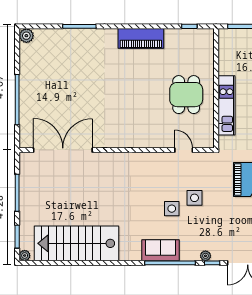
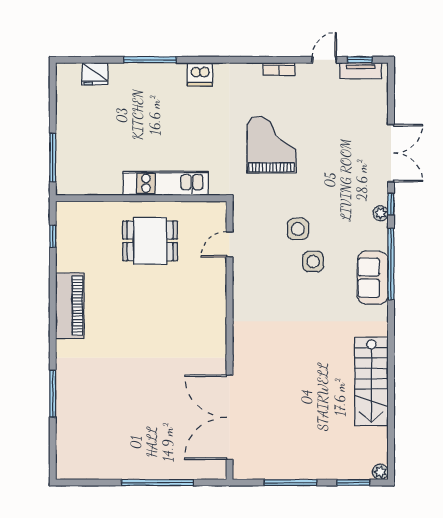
plant: (26, 36) -> (66, 469), removed
stairs: (77, 243) -> (371, 382), width x0.73, depth x0.66

